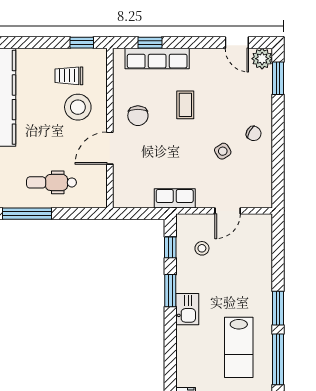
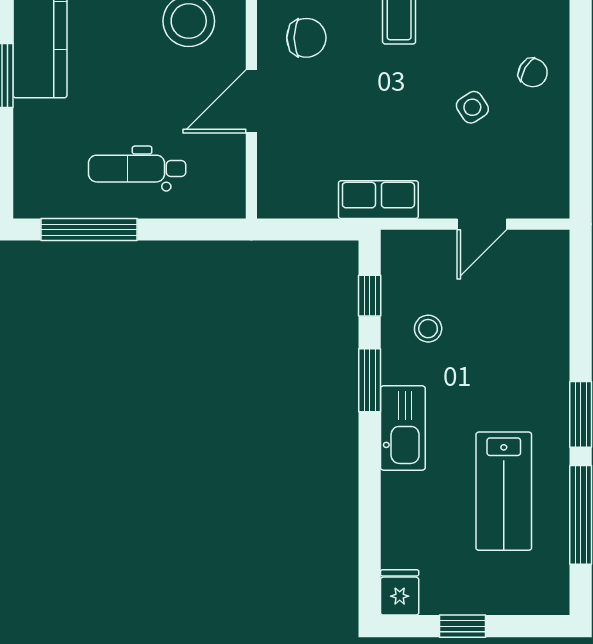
chair: (138, 116) -> (306, 38), turned -90
stool: (202, 248) -> (428, 329), moved
kitchen sink: (187, 309) -> (403, 428), width x1.38

